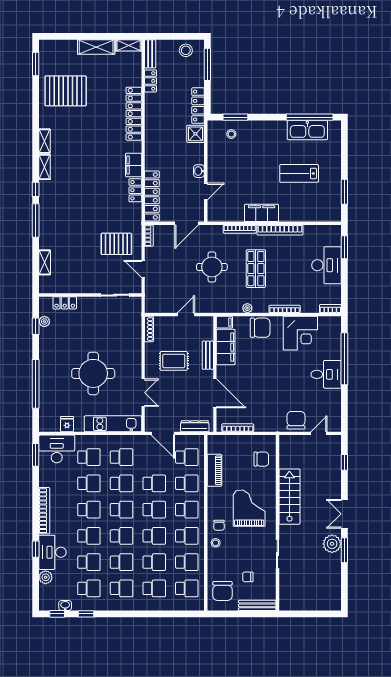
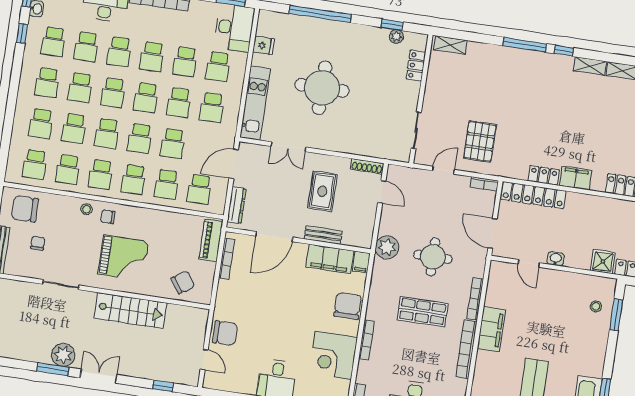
shelving: (45, 262) -> (450, 45), moved
plant: (247, 308) -> (387, 247), moved, width x1.88, depth x1.88
door: (186, 315) -> (382, 192), moved
chair: (260, 328) -> (348, 306), turned 180
chair: (261, 459) -> (183, 282), turned -125
piano: (214, 470) -> (211, 240), moved, turned 90

